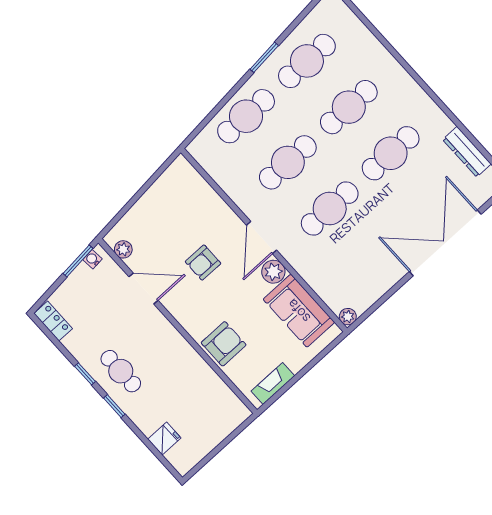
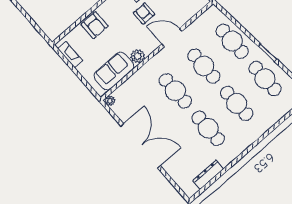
door: (262, 238) -> (172, 38), moved
double door: (445, 243) -> (141, 146), moved

